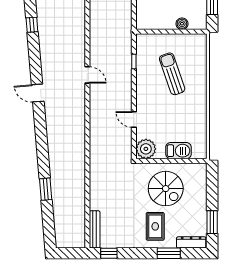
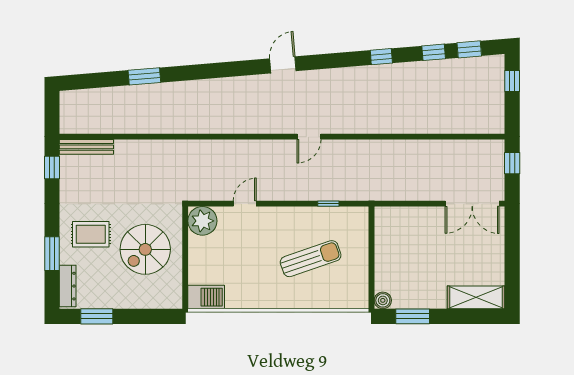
boiler: (182, 24) -> (383, 300), moved
barbecue: (178, 151) -> (206, 297), moved, turned -90

